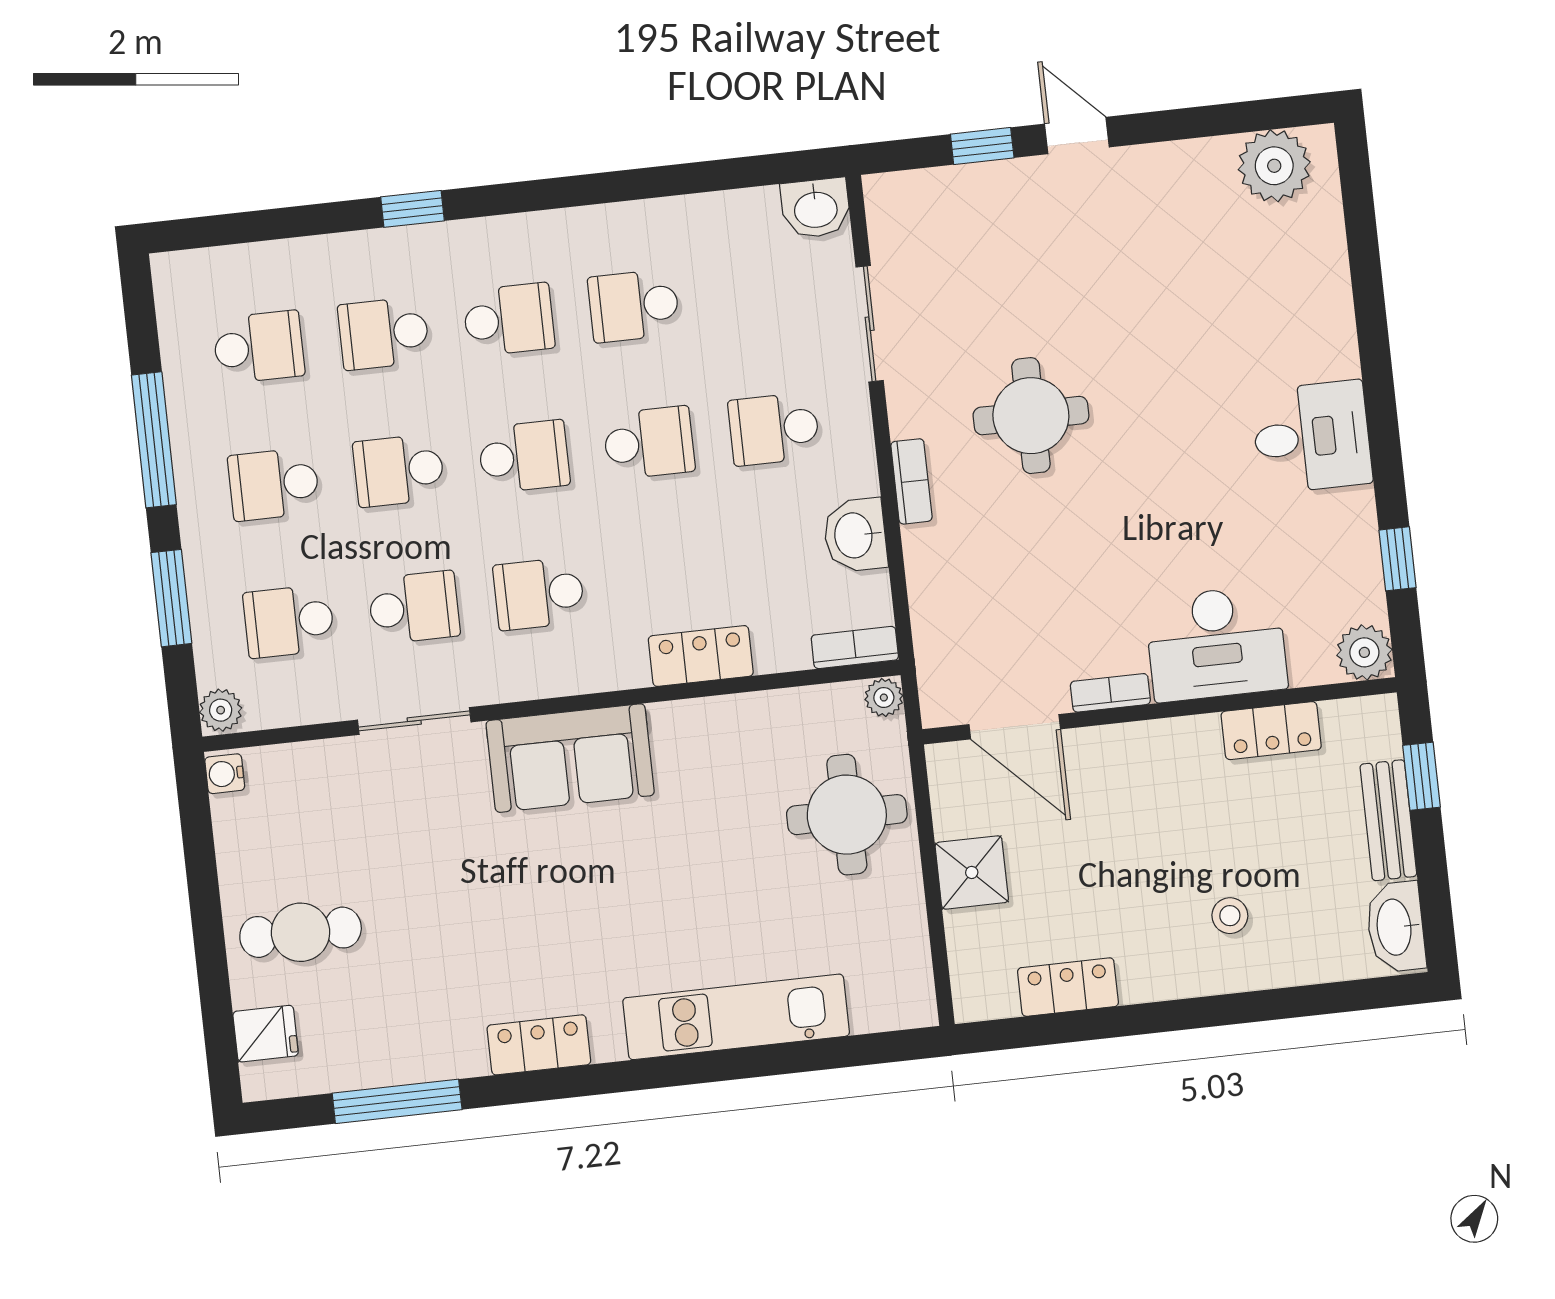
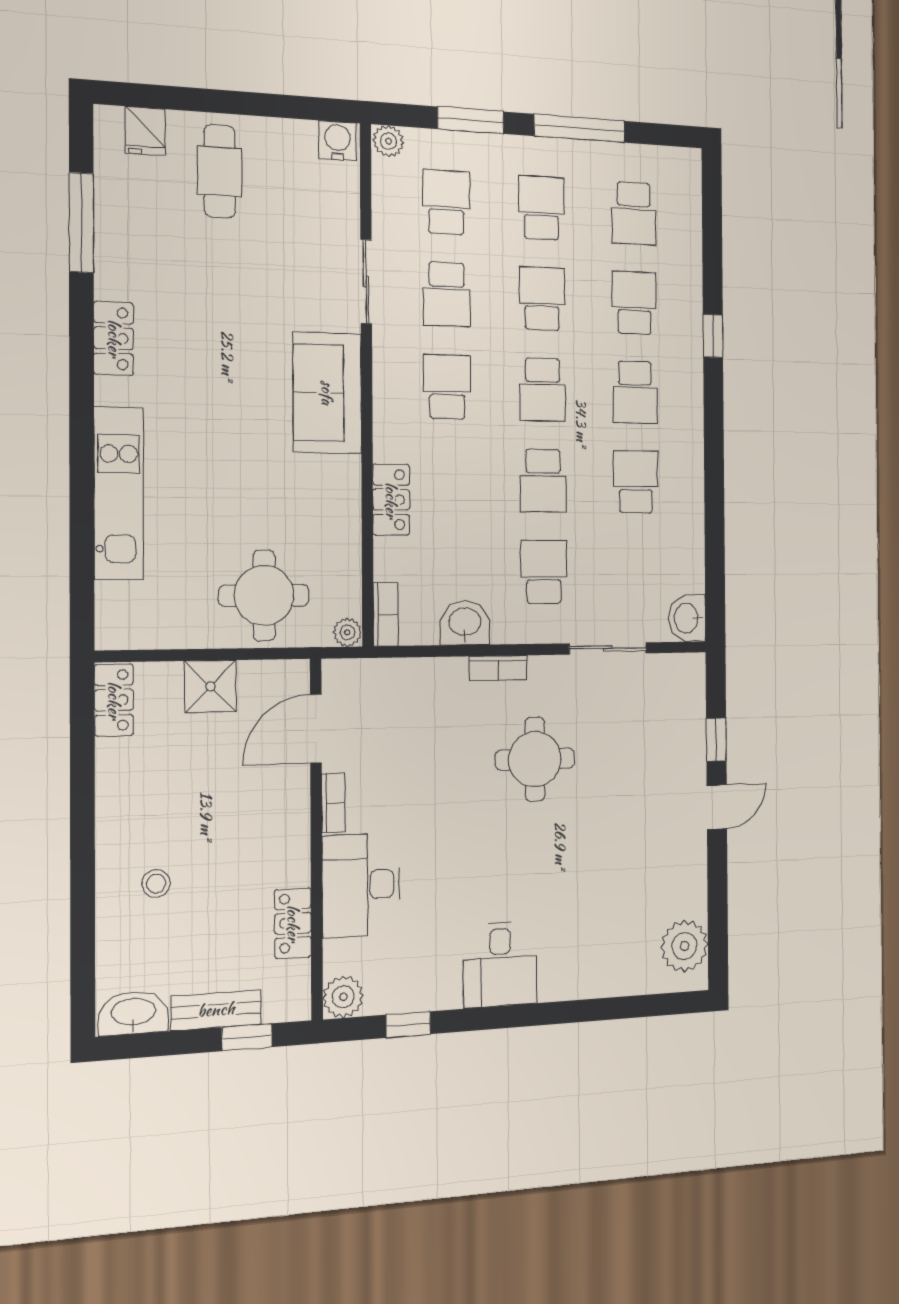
water cooler: (225, 774) -> (337, 141), width x1.38, depth x1.38
locker: (1068, 987) -> (114, 700), moved

